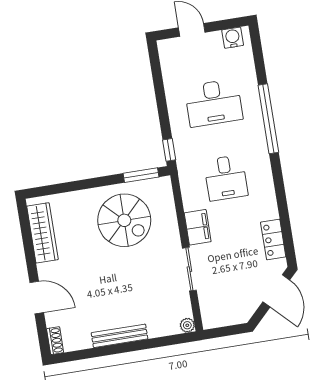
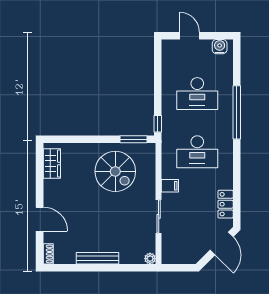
desk: (226, 178) -> (197, 152), width x1.37
filing cabinet: (198, 227) -> (170, 186), width x0.50
wardrobe: (42, 233) -> (52, 164), width x0.67

